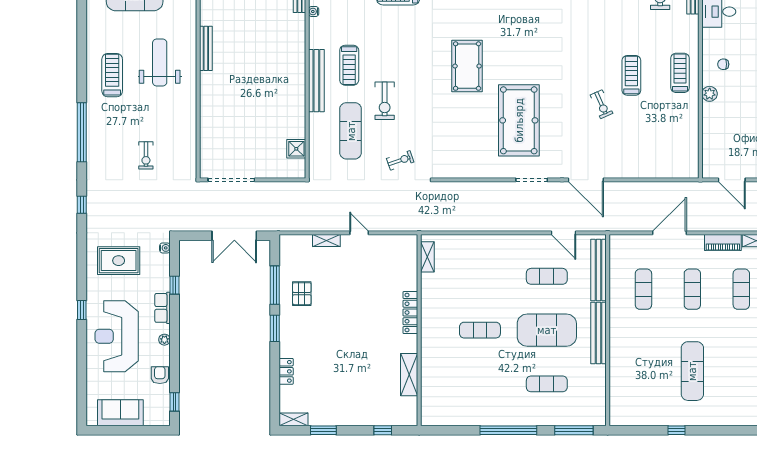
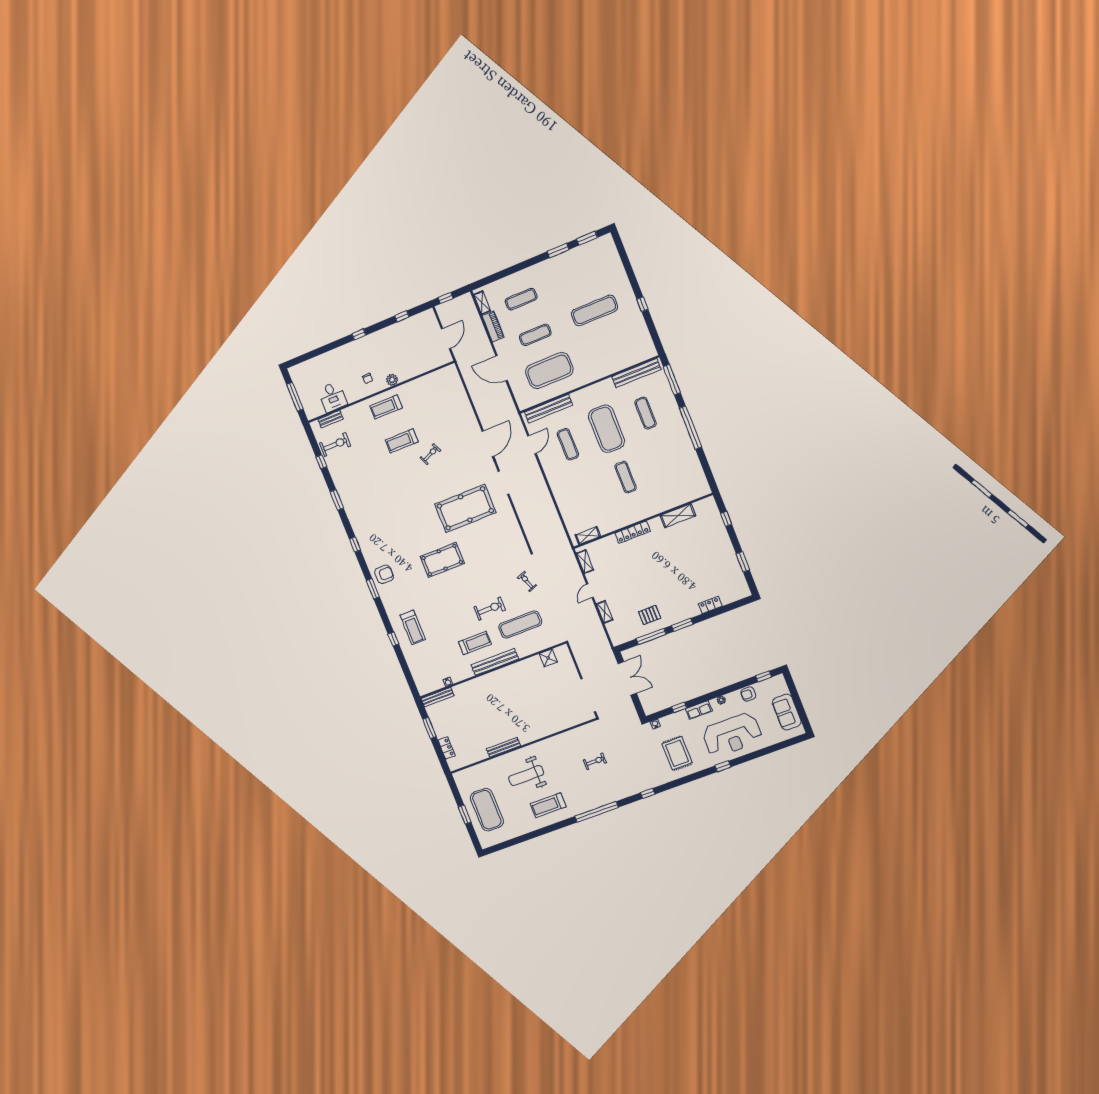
exercise mat: (643, 289) -> (549, 371), width x2.00, depth x1.45
bench: (598, 333) -> (636, 373), moved
shelving: (294, 419) -> (585, 562), moved

